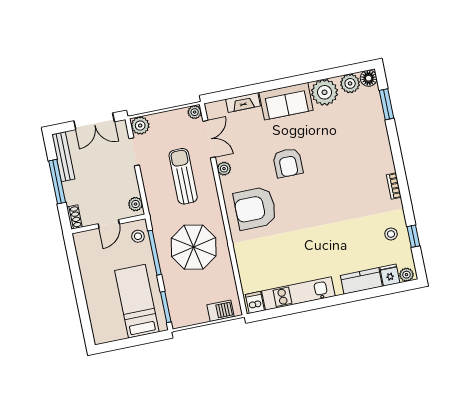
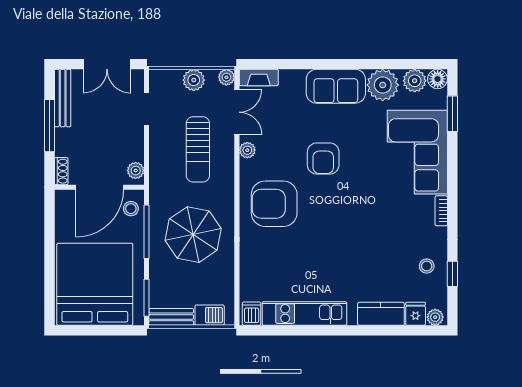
fireplace: (243, 102) -> (259, 78), moved
plant: (140, 126) -> (194, 80), moved
corner sofa: (364, 142) -> (417, 152), added
sun lounger: (183, 176) -> (198, 149), turned 180
door: (109, 224) -> (100, 187), width x1.88
bed: (137, 301) -> (95, 284), width x2.04
bench: (189, 319) -> (171, 317), added

